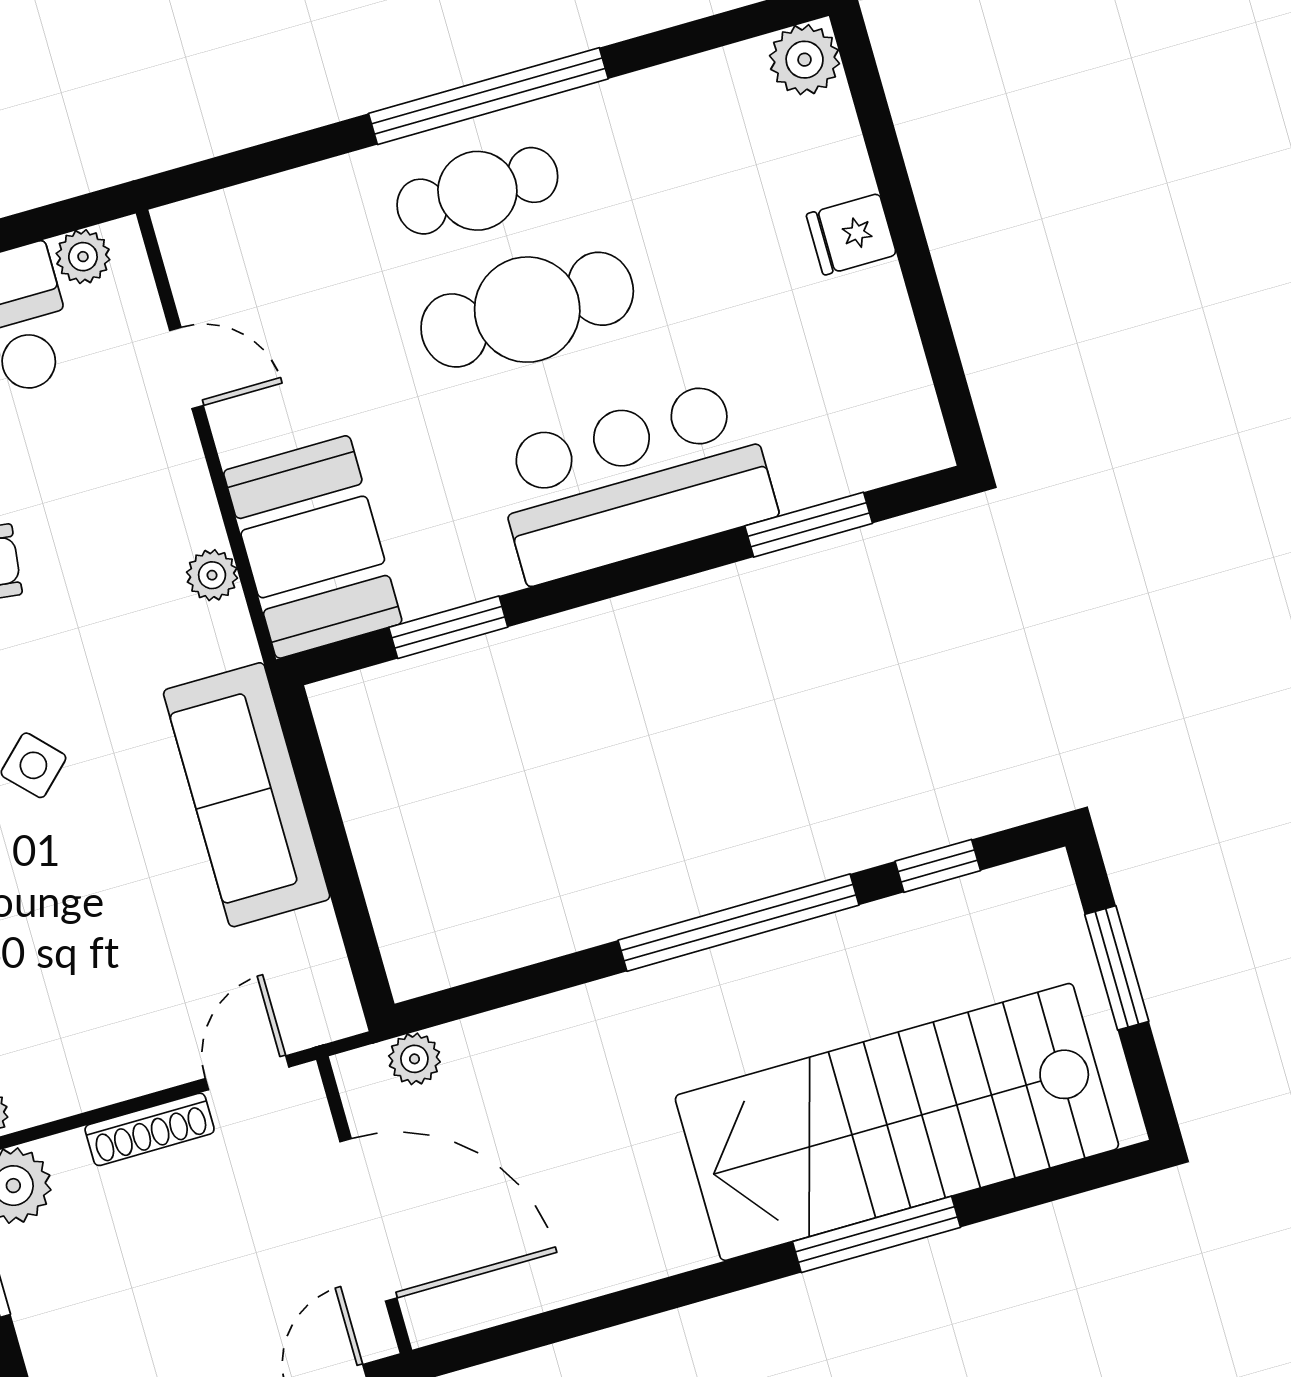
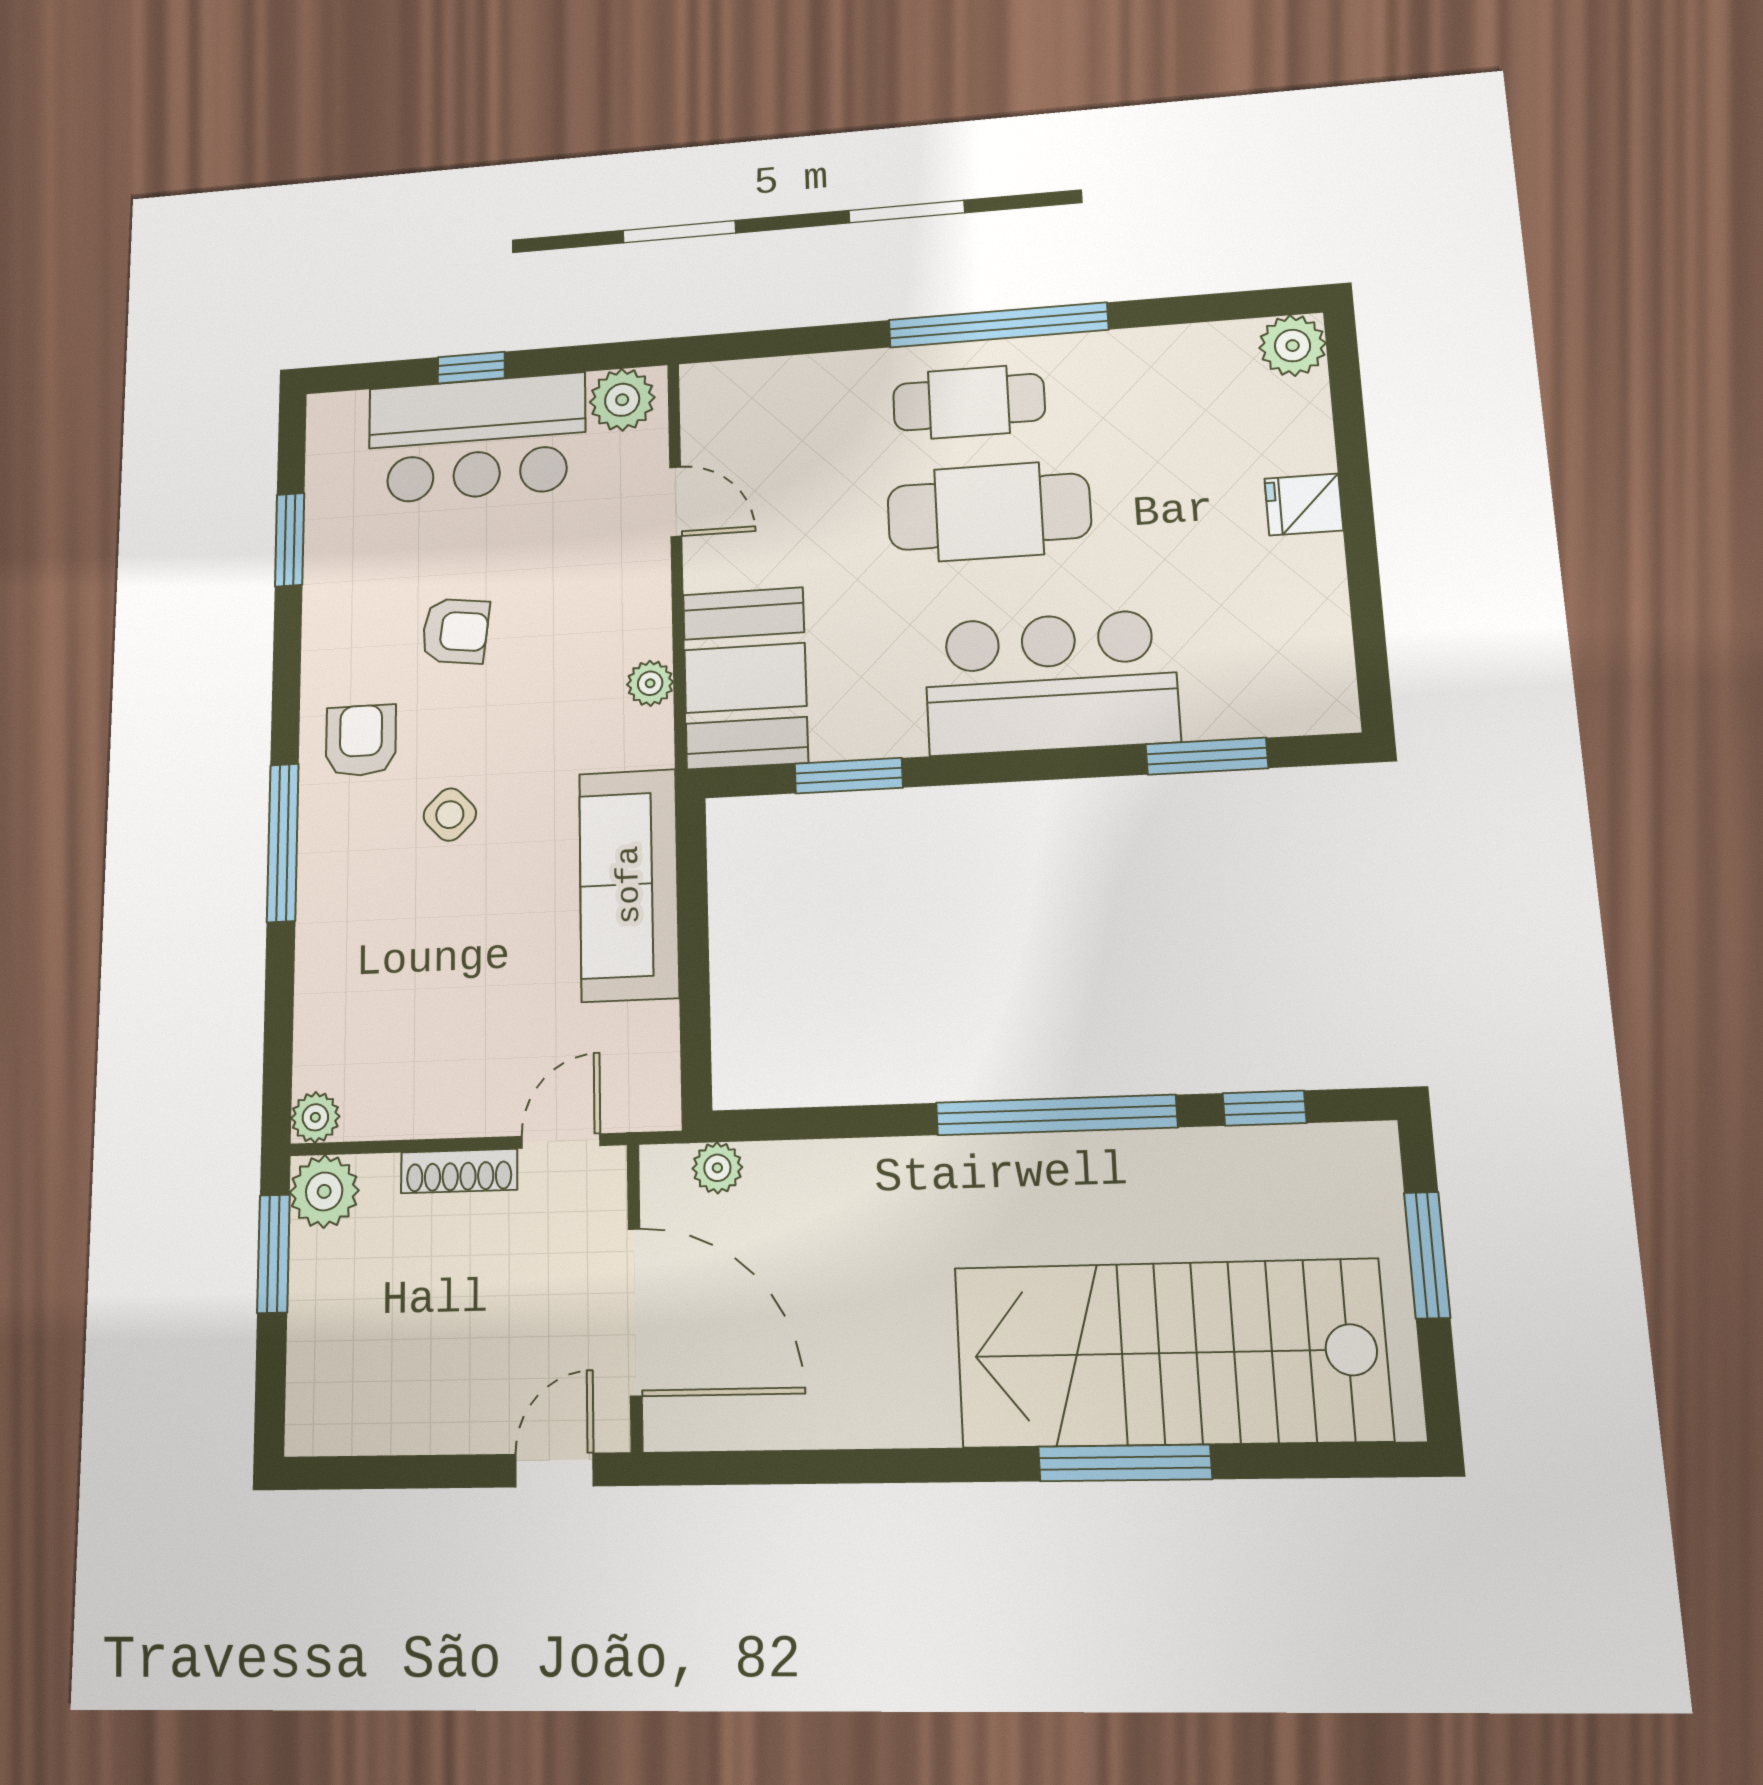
plant: (83, 257) -> (622, 400), width x1.38, depth x1.38

